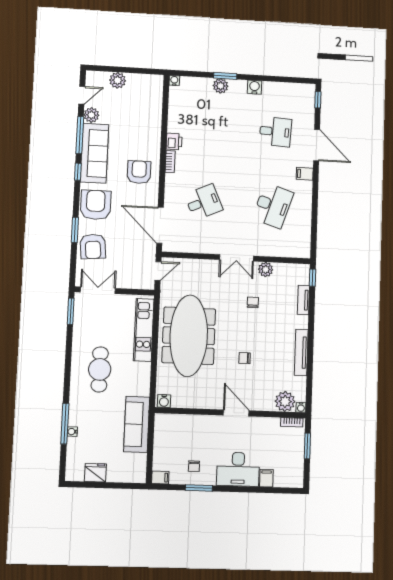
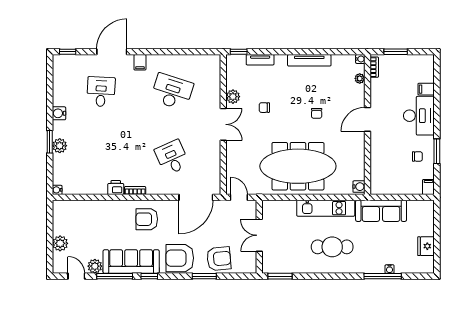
double door: (98, 290) -> (259, 235), moved
kitchen unit: (144, 330) -> (326, 208), moved
plant: (285, 401) -> (360, 78), width x0.53, depth x0.53

